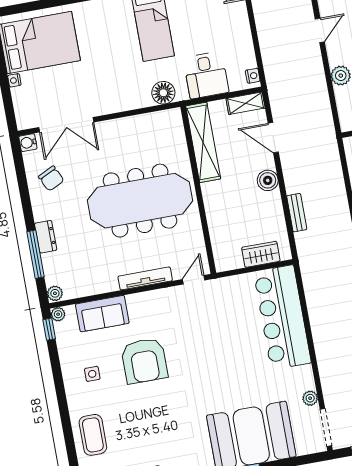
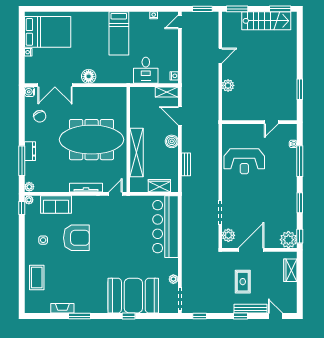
floor lamp: (163, 93) -> (89, 76), moved
shelving: (203, 142) -> (137, 152), moved
armchair: (144, 361) -> (76, 238), turned -90

